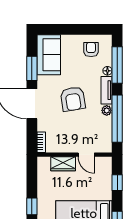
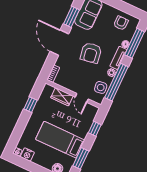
side table: (102, 133) -> (101, 87), added
window: (32, 206) -> (30, 105), moved

